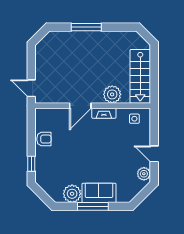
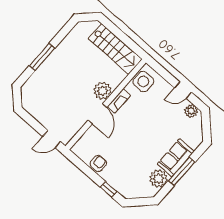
plant: (112, 94) -> (103, 91), moved
side table: (134, 119) -> (143, 82), width x1.87, depth x1.87

